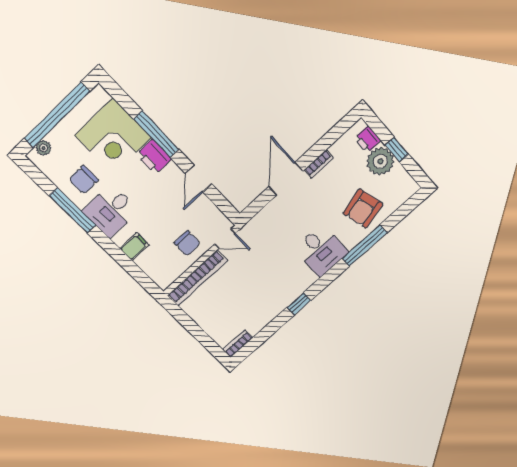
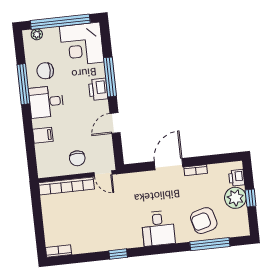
corner desk: (113, 136) -> (82, 44), moved
window: (364, 246) -> (210, 244), moved

